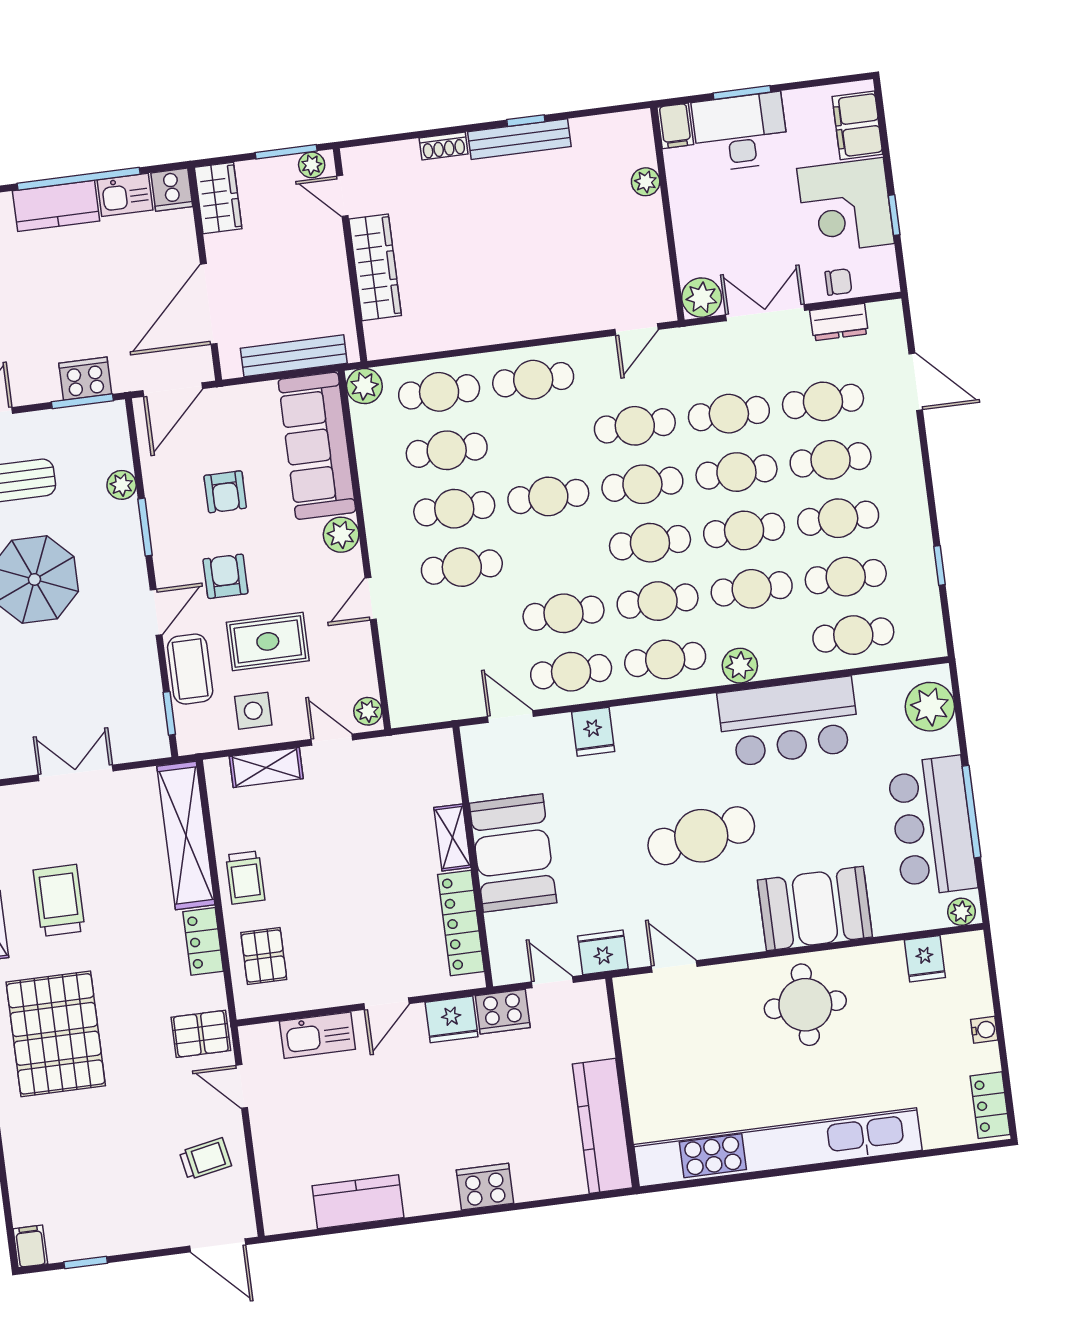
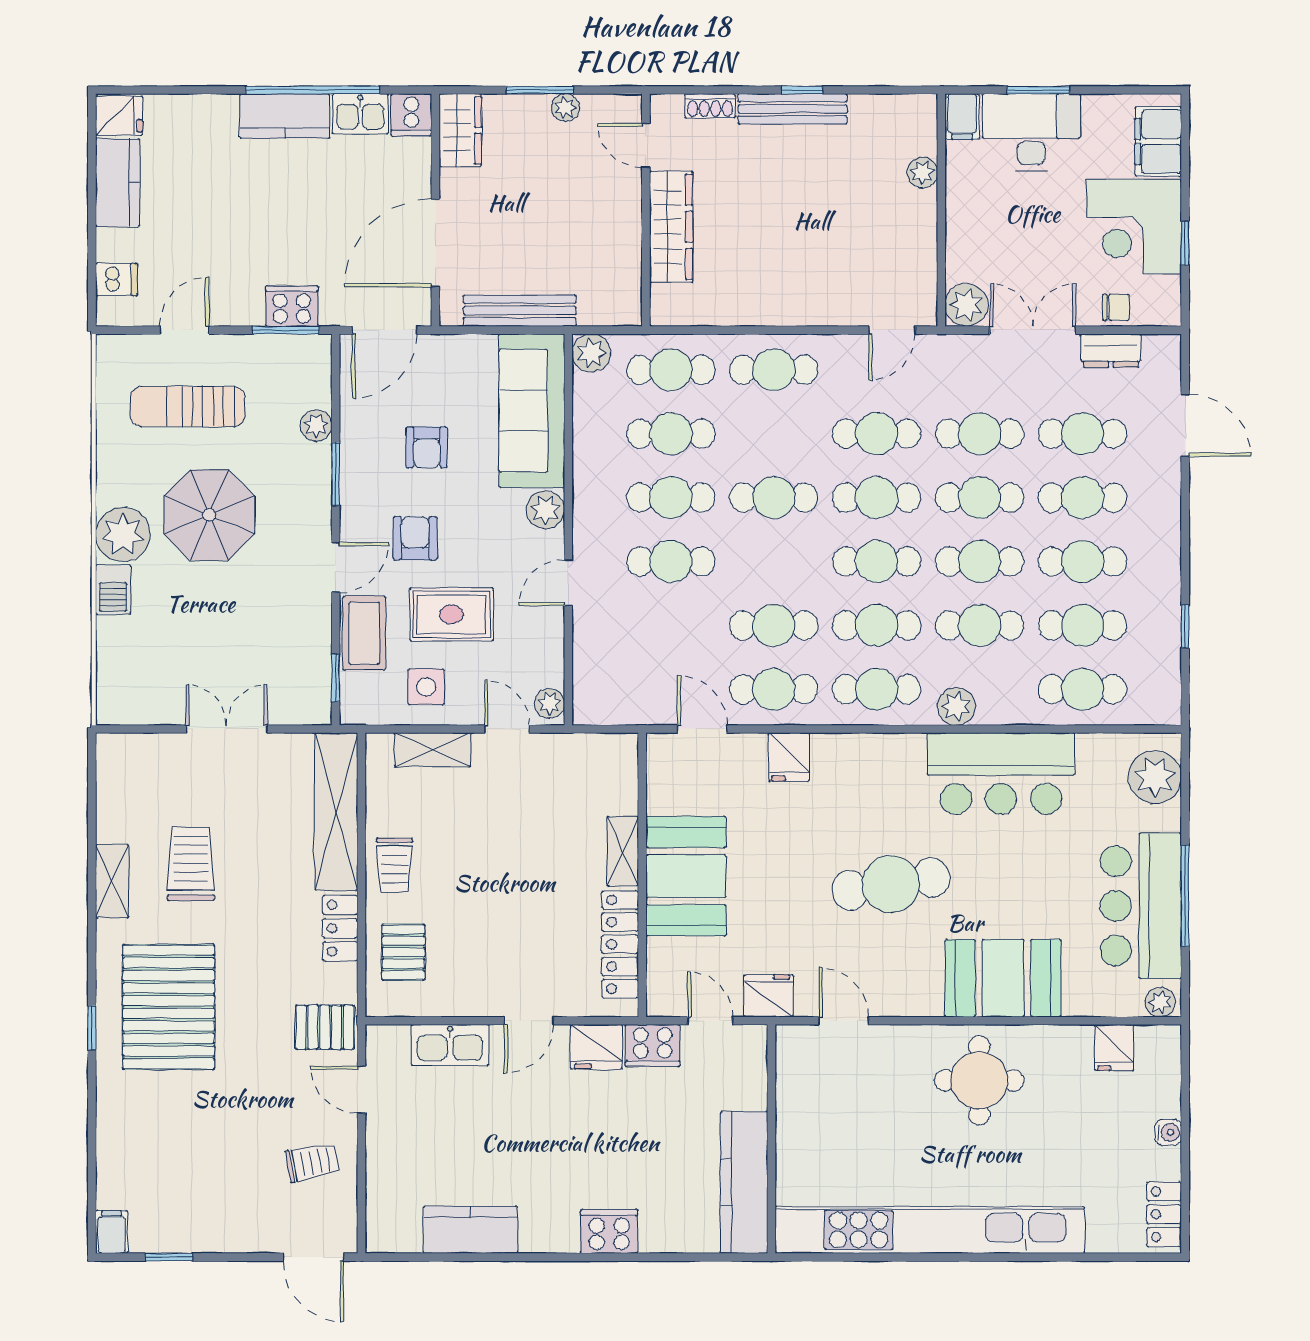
door: (342, 196) -> (646, 145), moved
wall: (350, 255) -> (646, 210), moved
wardrobe: (375, 267) -> (671, 227), moved

